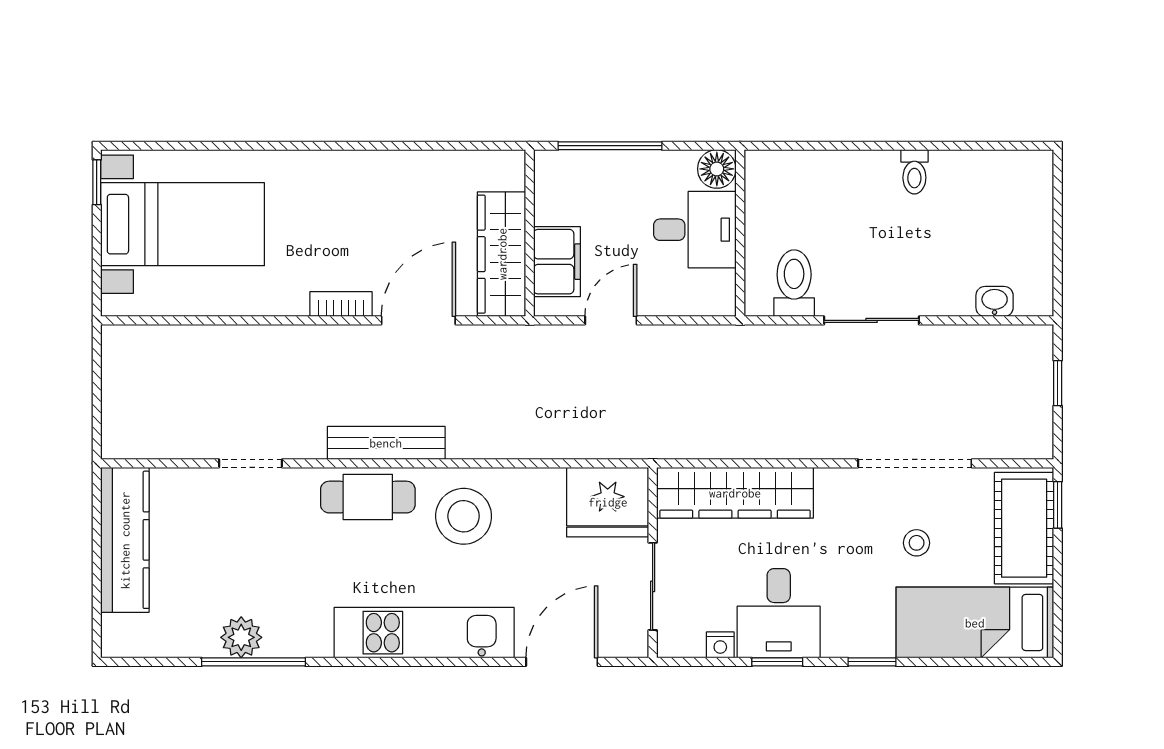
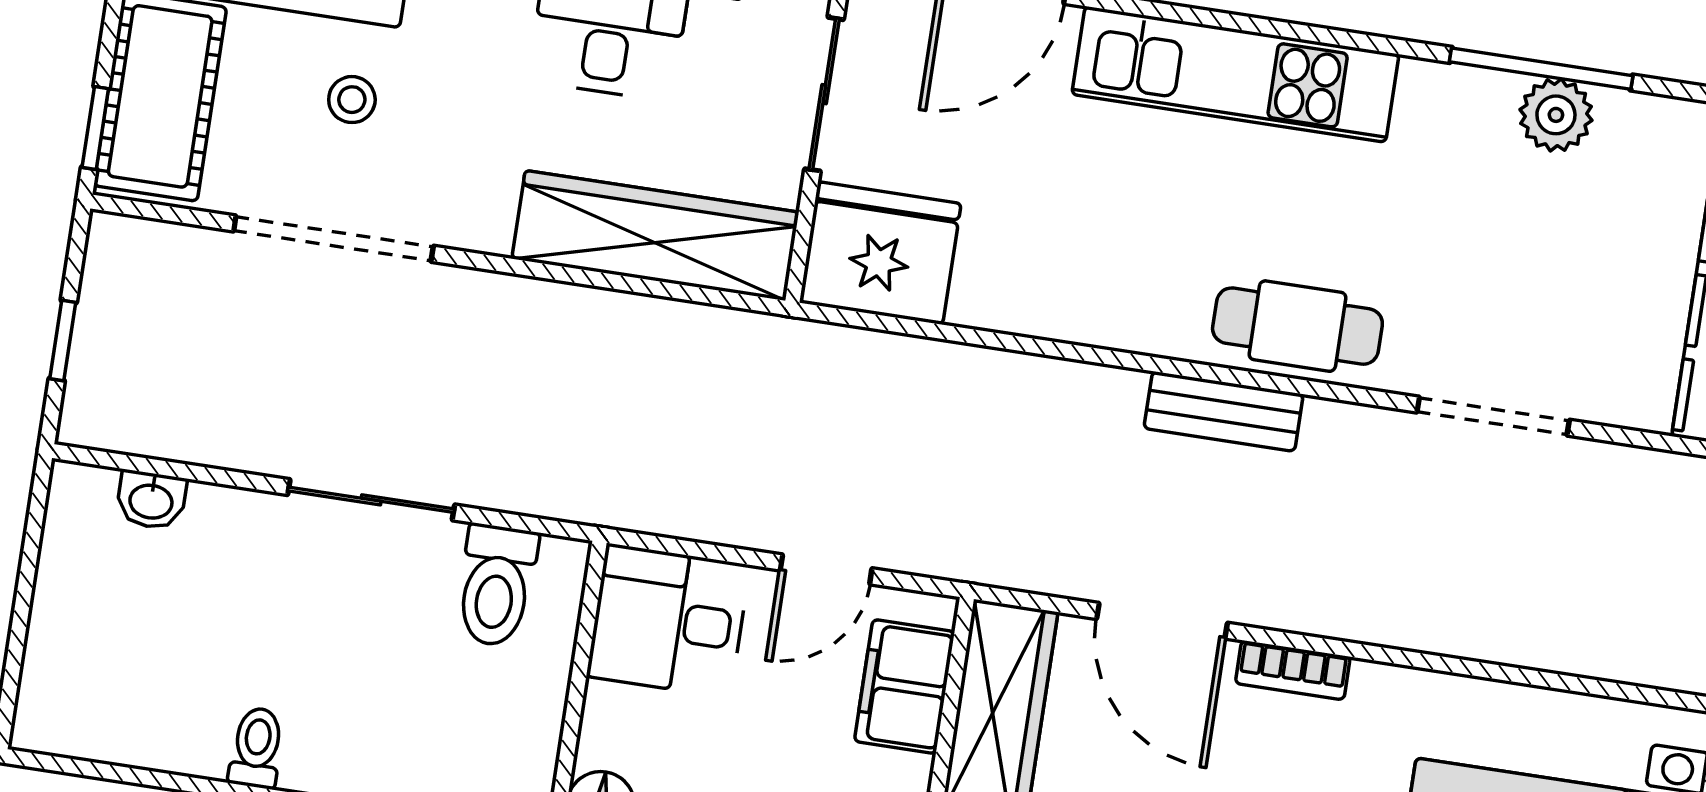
desk: (695, 230) -> (668, 621), moved
door: (418, 320) -> (1162, 621), hinge flipped
bench: (386, 443) -> (1224, 411), width x0.73
doorway: (251, 463) -> (1493, 416), width x1.38
stool: (464, 516) -> (1136, 267), removed

